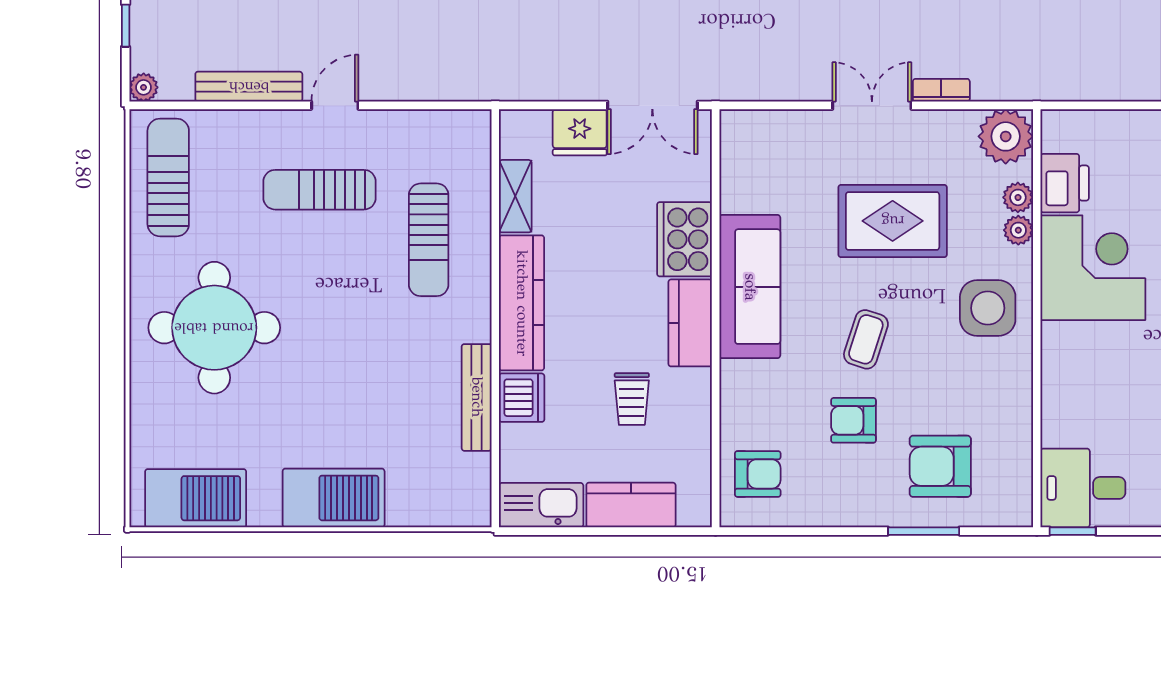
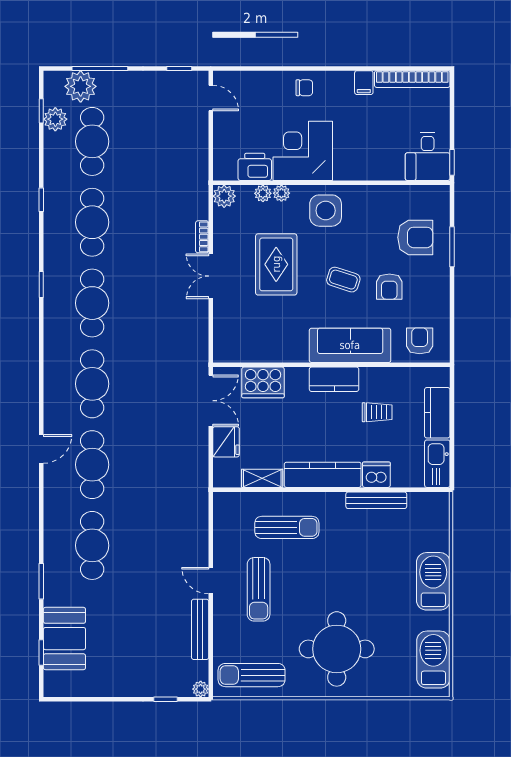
plant: (1006, 136) -> (224, 196), width x0.73, depth x0.73
cooker: (684, 239) -> (263, 382), moved
sofa: (750, 287) -> (350, 345), moved
armchair: (940, 466) -> (415, 237), turned -90

